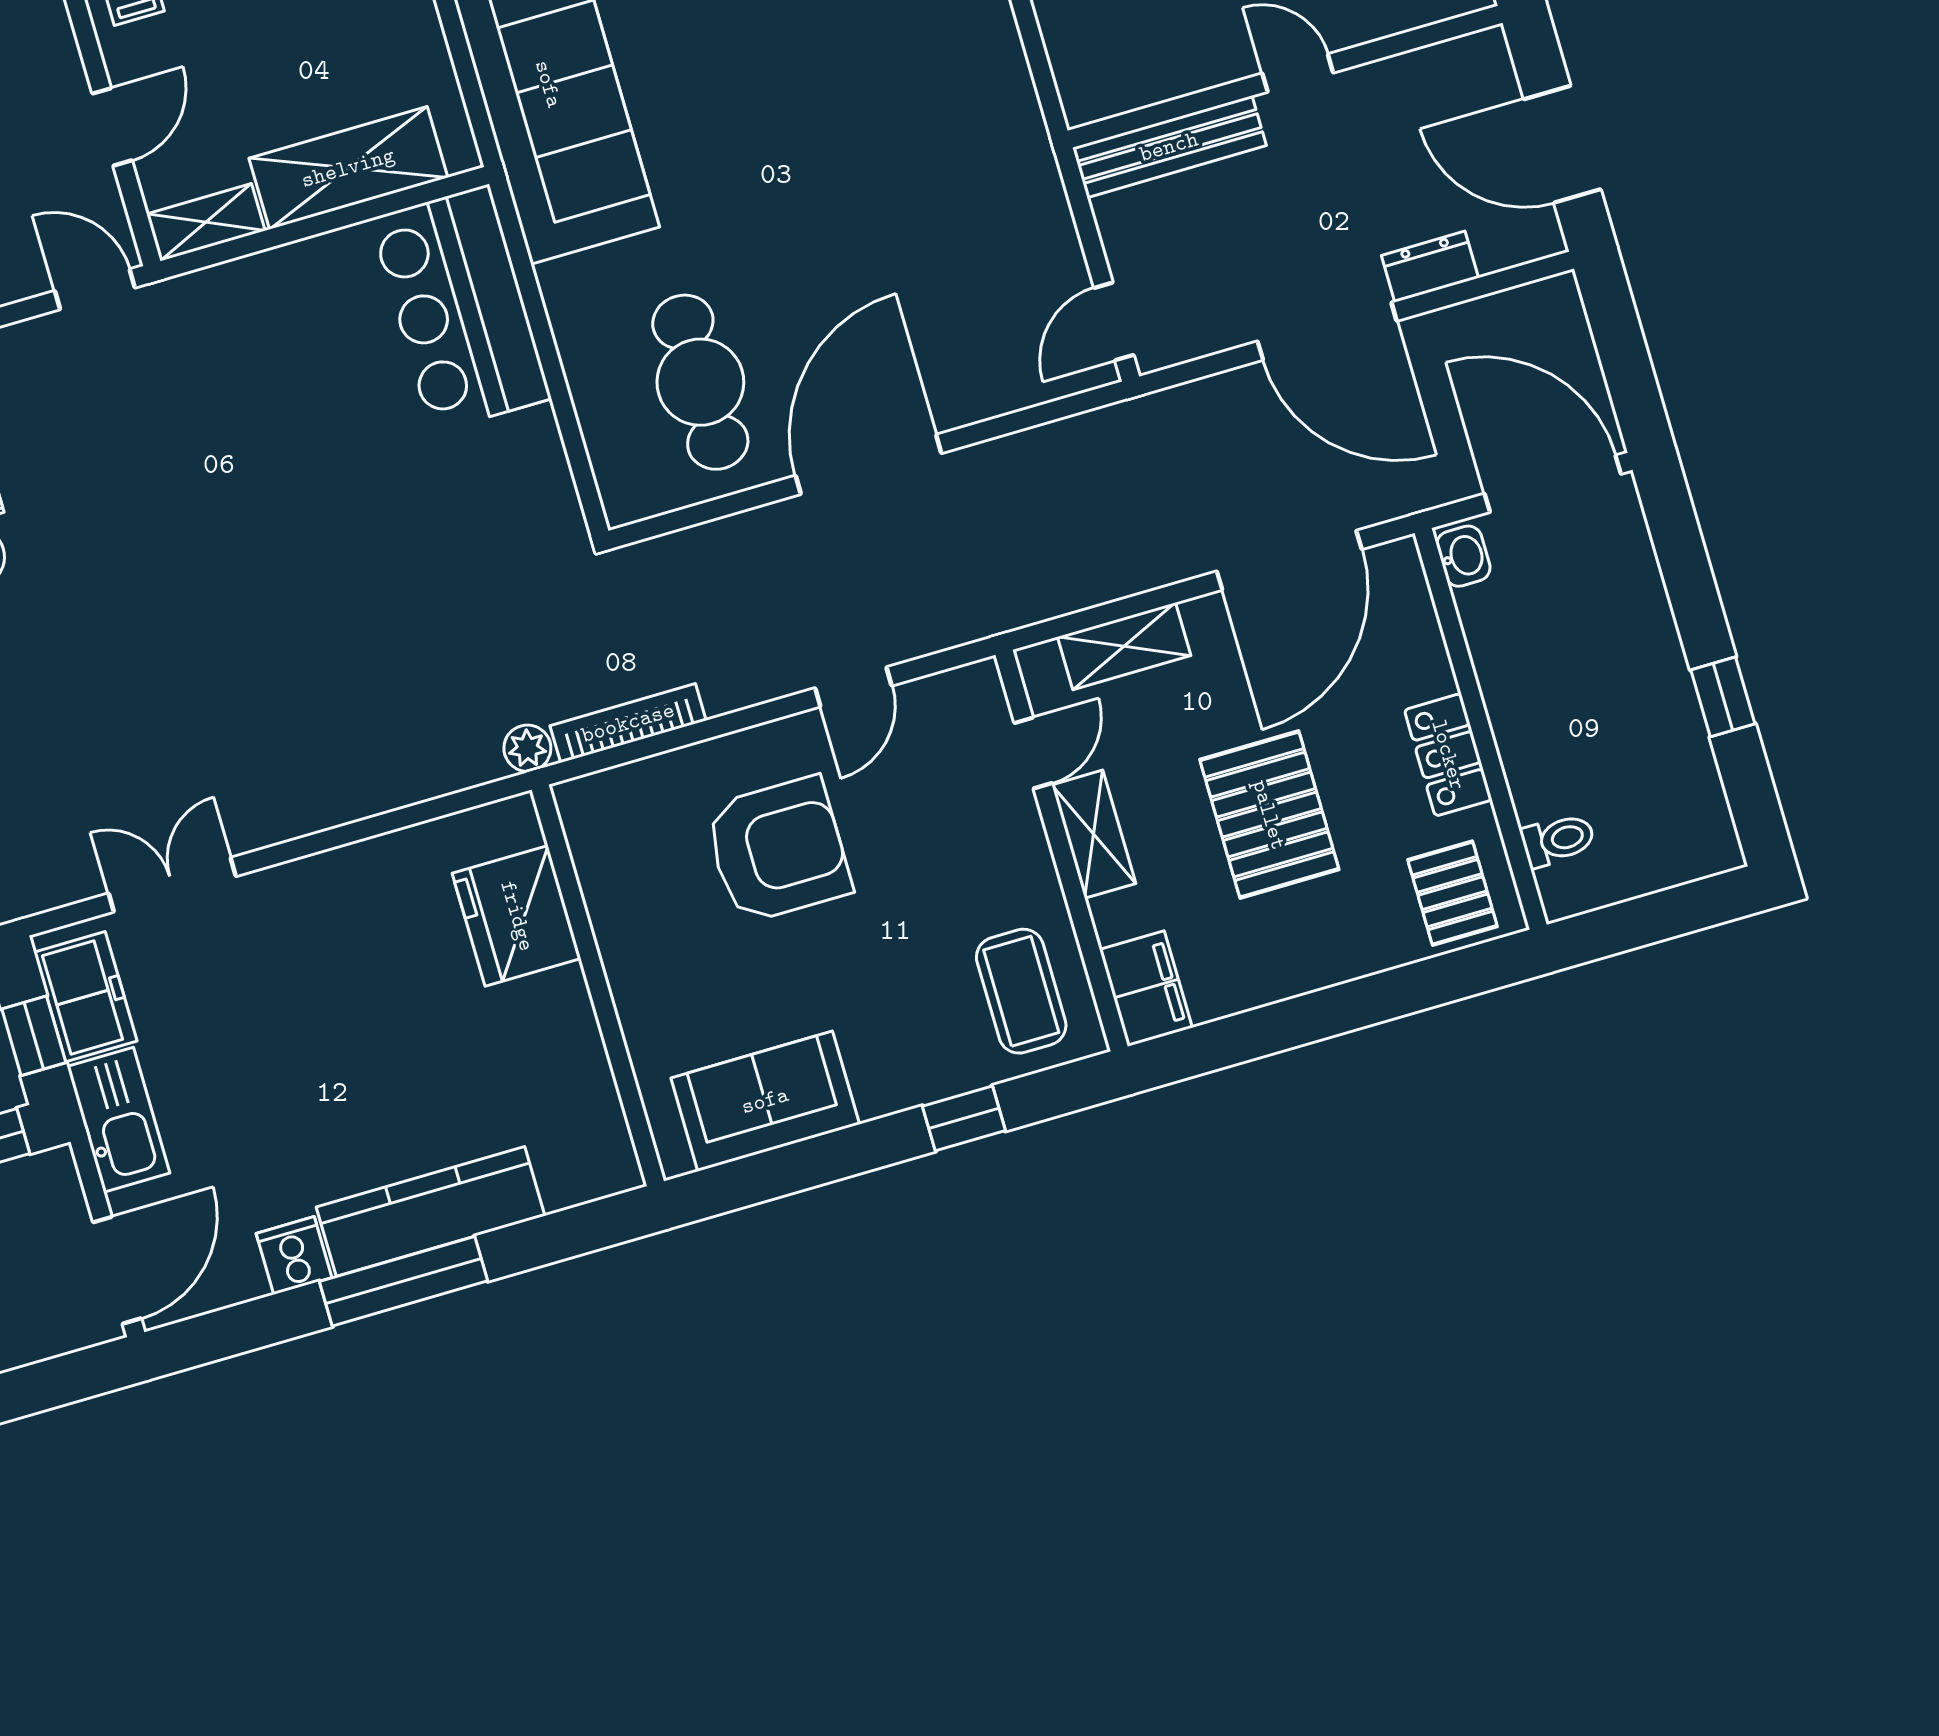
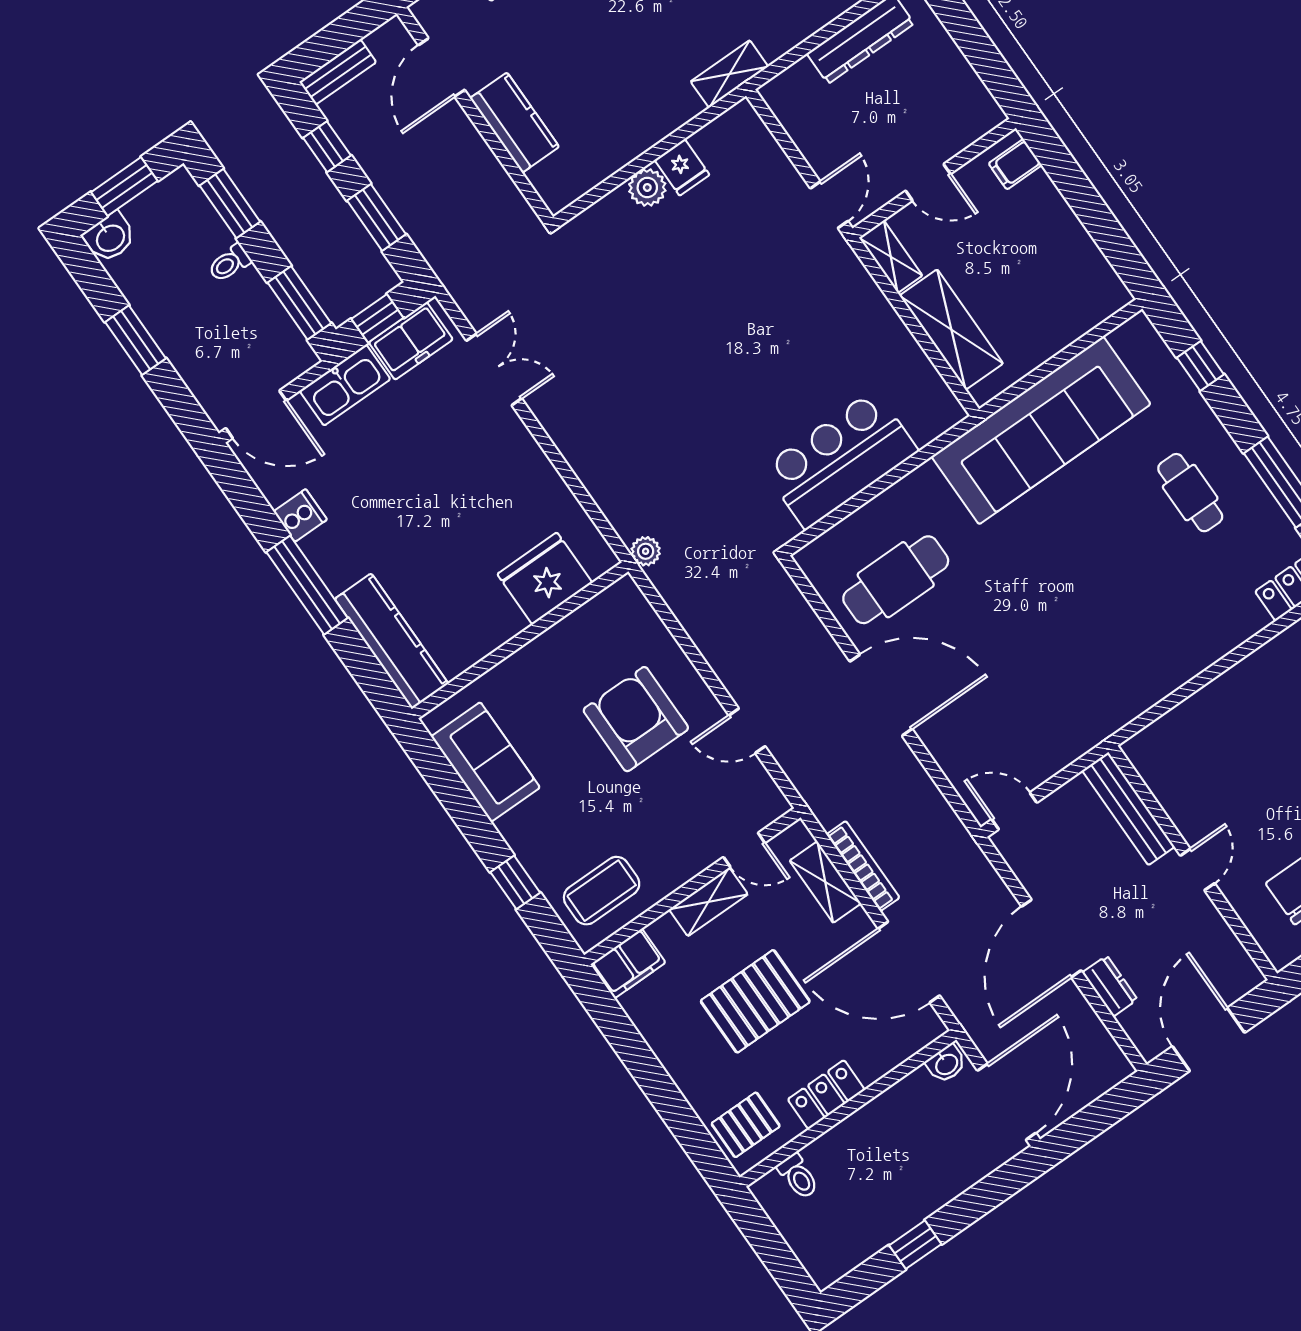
bar counter: (461, 309) -> (840, 459), moved
bookcase: (628, 723) -> (863, 866), moved
armchair: (778, 850) -> (636, 719), turned 180
kitchen counter: (430, 1211) -> (392, 641), moved

